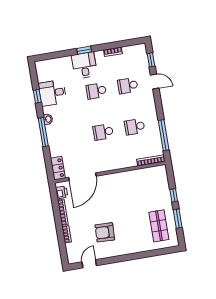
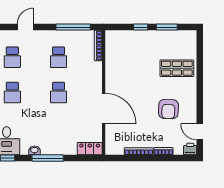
door: (155, 82) -> (25, 27), moved
door: (82, 177) -> (104, 109), moved
printer: (62, 192) -> (190, 149), moved
shop shelf: (159, 226) -> (177, 68), moved

